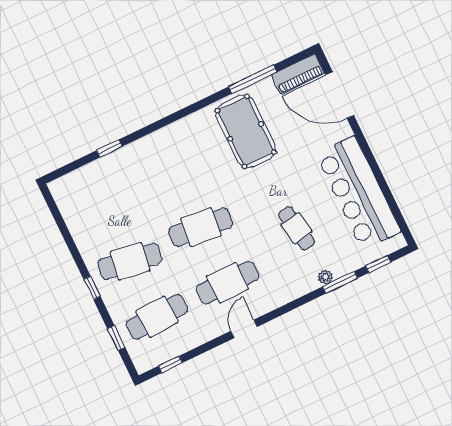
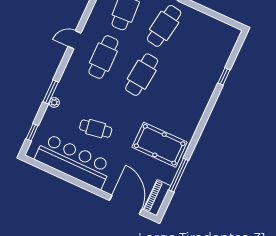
door: (340, 95) -> (126, 205), hinge flipped
cafe table: (296, 228) -> (96, 129), moved
window: (340, 282) -> (51, 92), moved
door: (244, 329) -> (75, 40), swing flipped

